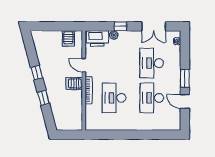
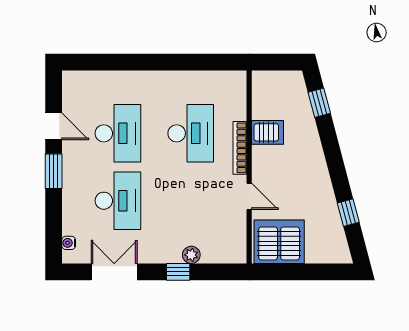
server rack: (68, 38) -> (279, 242), width x2.18, depth x1.44
printer: (97, 38) -> (223, 248), removed
window: (37, 73) -> (348, 213), moved
server rack: (74, 84) -> (268, 132), moved
window: (43, 98) -> (319, 103), moved

